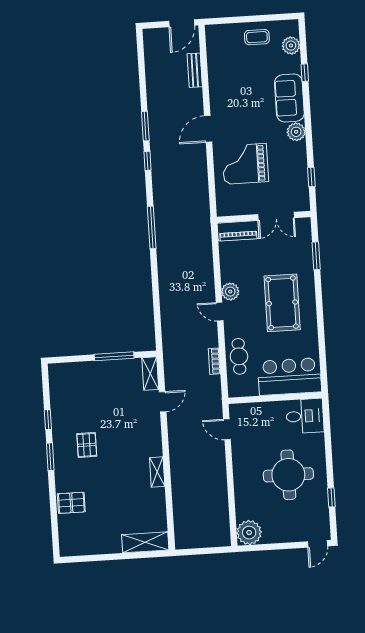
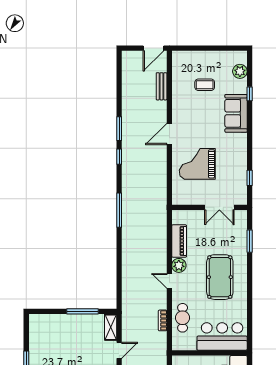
coffee table: (257, 37) -> (205, 85), moved
plant: (296, 132) -> (240, 141), removed
piano: (238, 231) -> (179, 241), moved, turned -90

